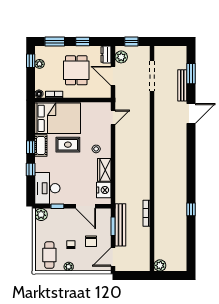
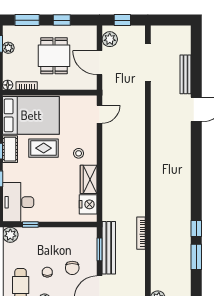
dresser: (106, 55) -> (91, 36), removed
window: (191, 74) -> (196, 257), moved
door: (86, 206) -> (66, 224), removed

